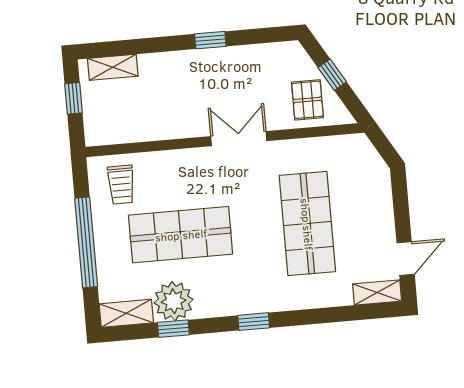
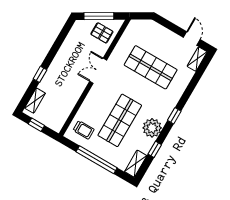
window: (210, 40) -> (40, 74), moved
window: (332, 75) -> (99, 16), width x2.17
plant: (174, 301) -> (152, 128), moved

